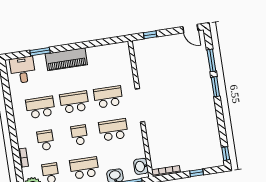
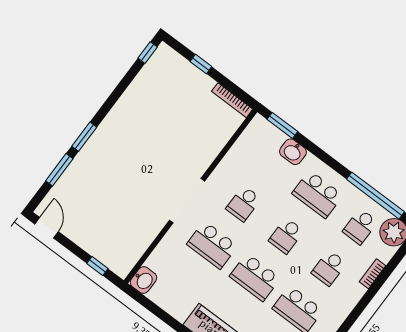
school desk: (113, 130) -> (244, 204), width x0.54
washbasin: (141, 166) -> (144, 280), moved

